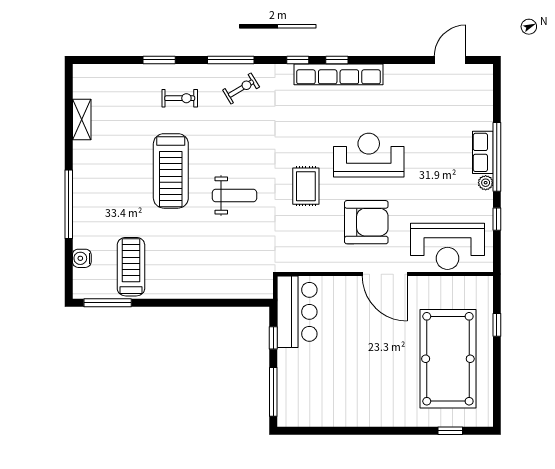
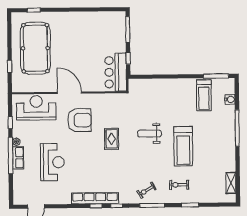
shelving: (82, 120) -> (231, 183), moved
reception desk: (369, 155) -> (52, 162), moved, turned -90
treadmill: (171, 171) -> (183, 146), turned 180
armchair: (366, 222) -> (79, 120), turned 180

